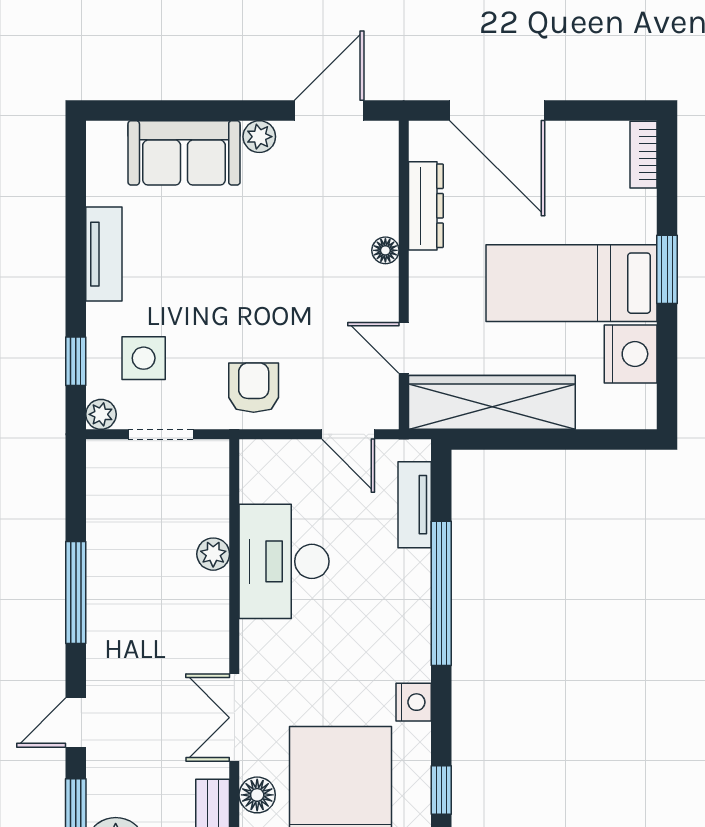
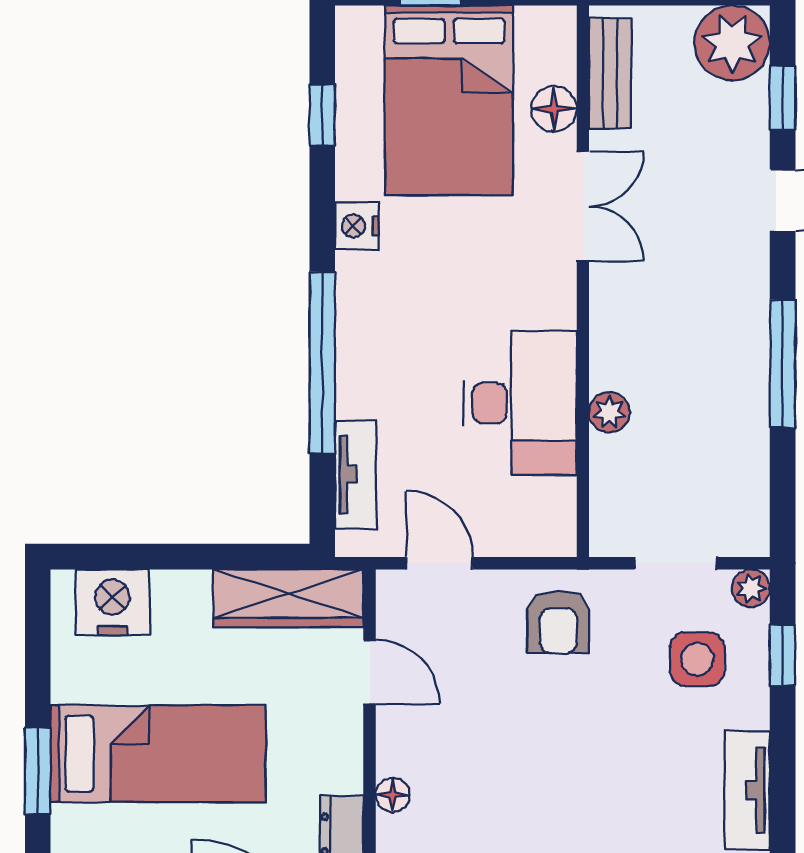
nightstand: (631, 354) -> (113, 602), moved, turned 90
wardrobe: (492, 402) -> (288, 598), width x0.71, depth x0.85

